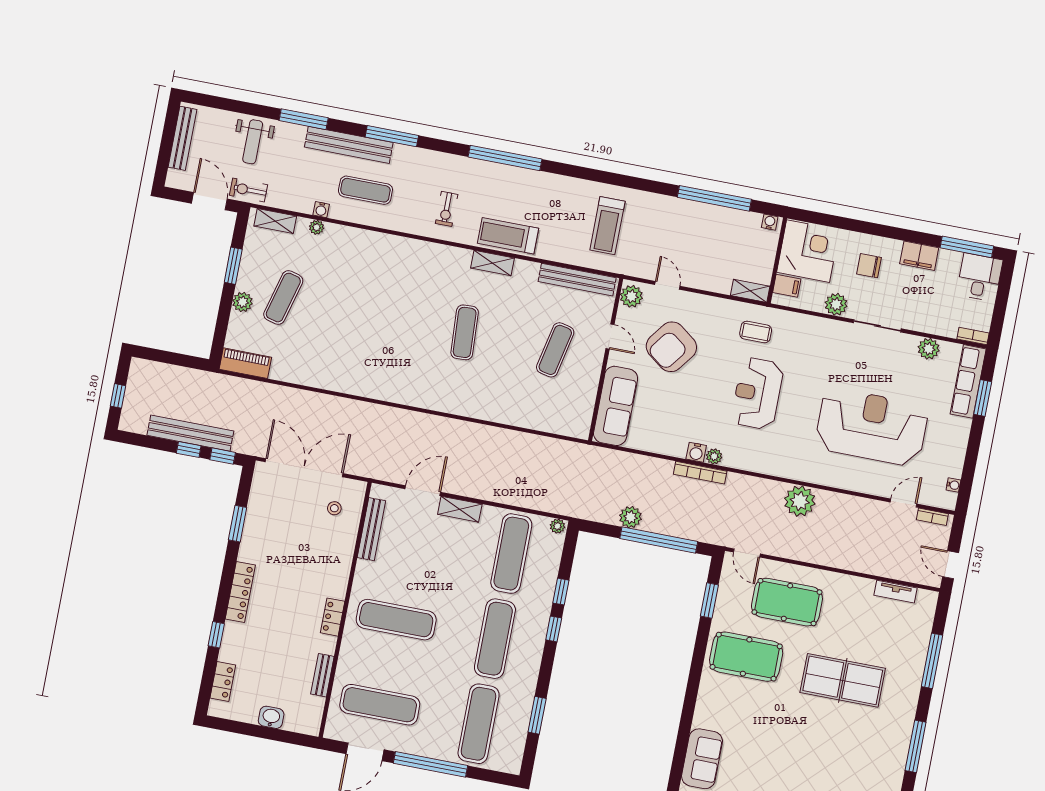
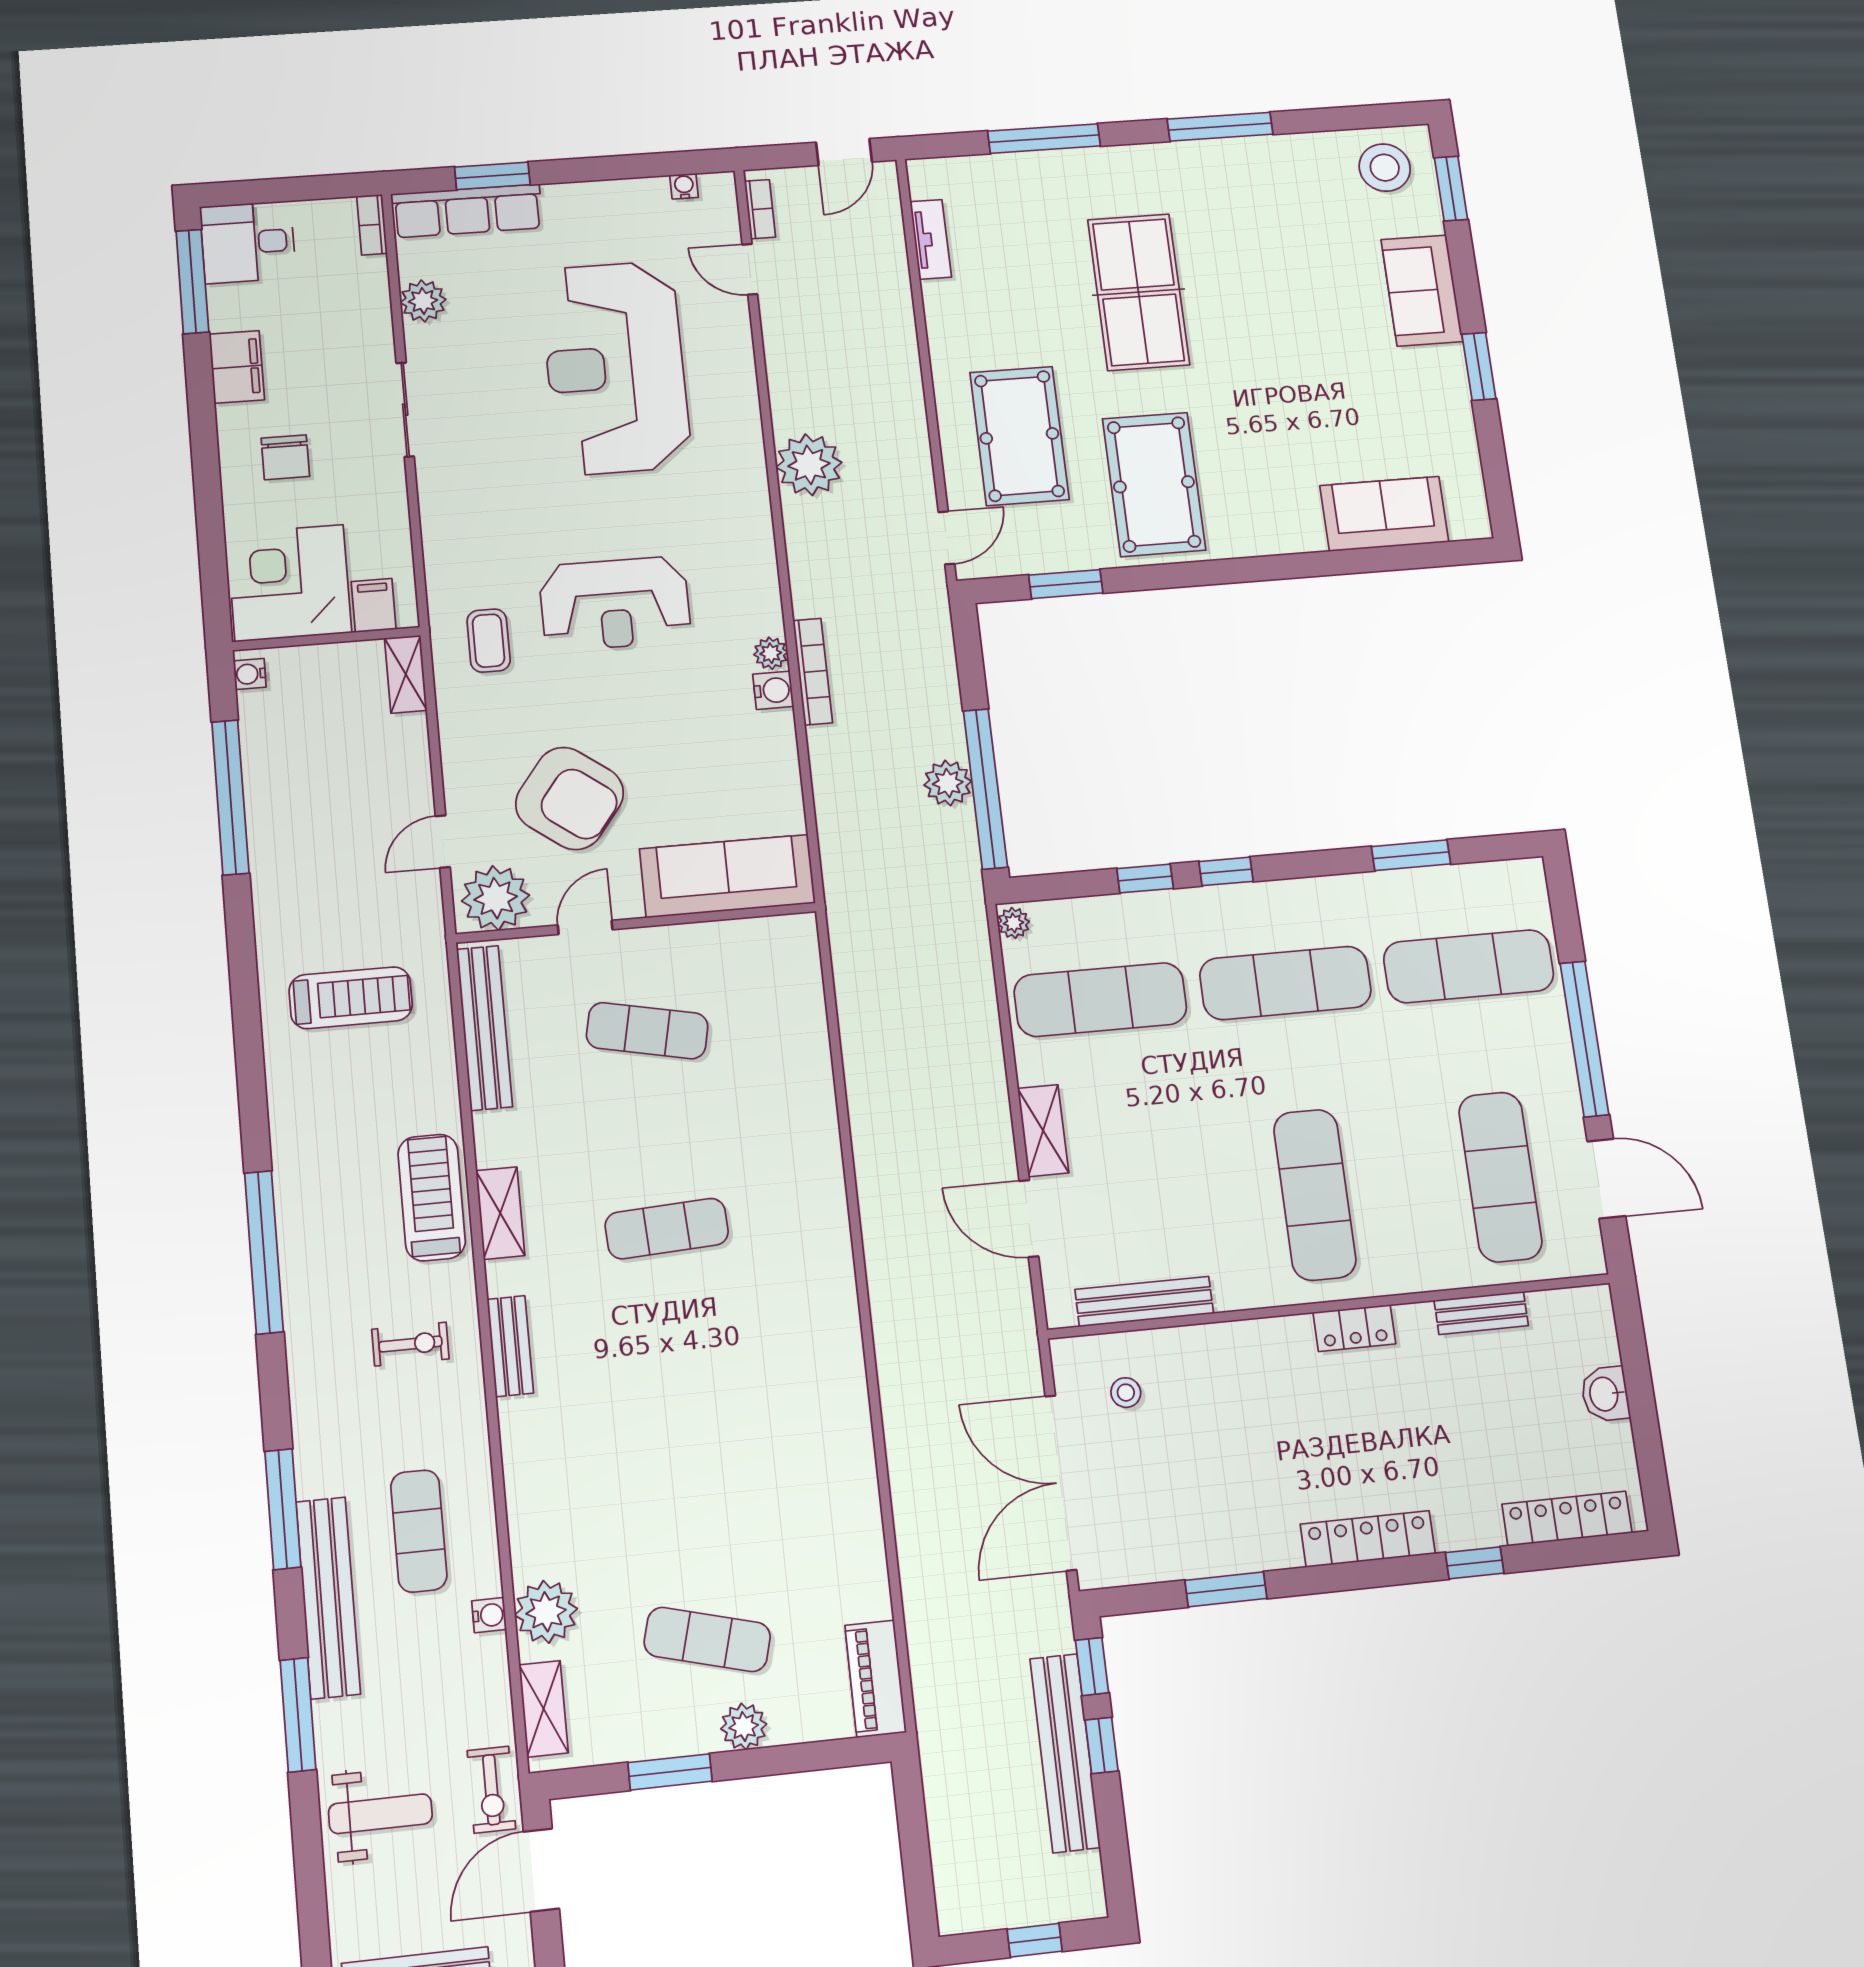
plant: (317, 227) -> (546, 1612), width x1.88, depth x1.88
treadmill: (508, 236) -> (432, 1197), turned 180
bench: (433, 251) -> (510, 1346), added
plant: (631, 296) -> (496, 898), width x1.36, depth x1.36
plant: (836, 304) -> (384, 500), removed
window: (659, 540) -> (985, 789), moved
locker: (223, 682) -> (1567, 1519), width x1.53

